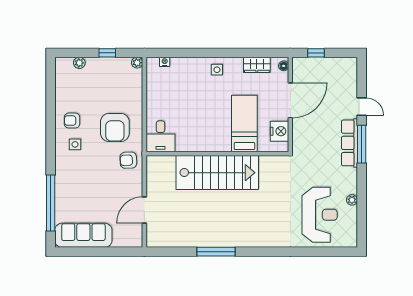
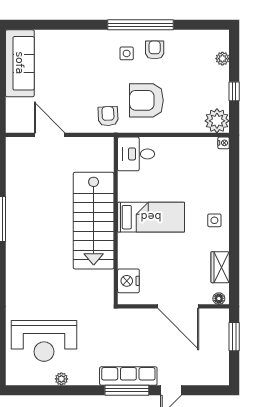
window: (316, 53) -> (234, 337), width x1.50
nightstand: (165, 62) -> (224, 143), moved
plant: (137, 63) -> (217, 121), width x1.87, depth x1.87
bed: (244, 124) -> (151, 217), moved
nightstand: (279, 131) -> (128, 281), moved, turned 90
window: (51, 203) -> (141, 25), moved

